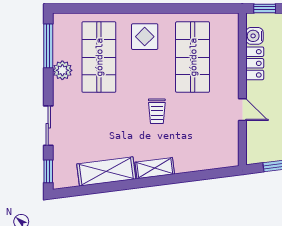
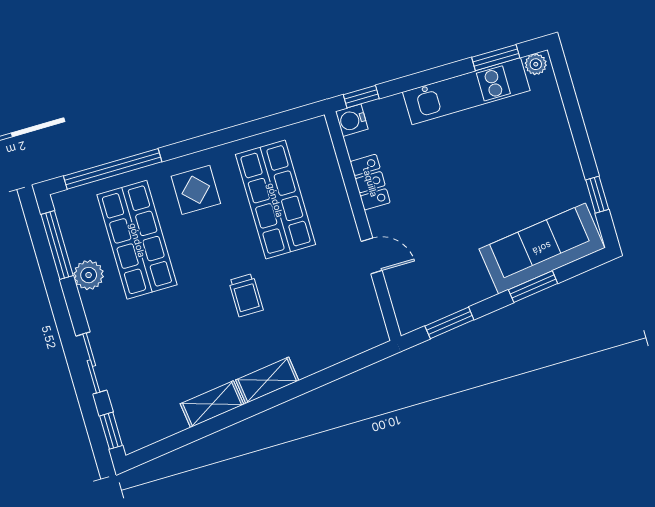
window: (97, 8) -> (113, 169), added
water cooler: (254, 36) -> (352, 120), moved
shelving: (106, 171) -> (212, 404), width x0.67, depth x0.75

